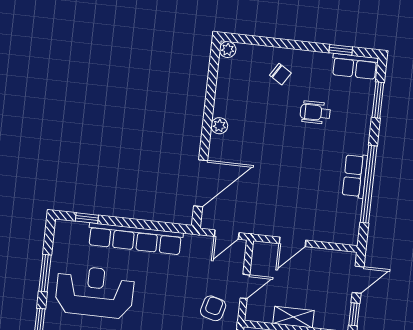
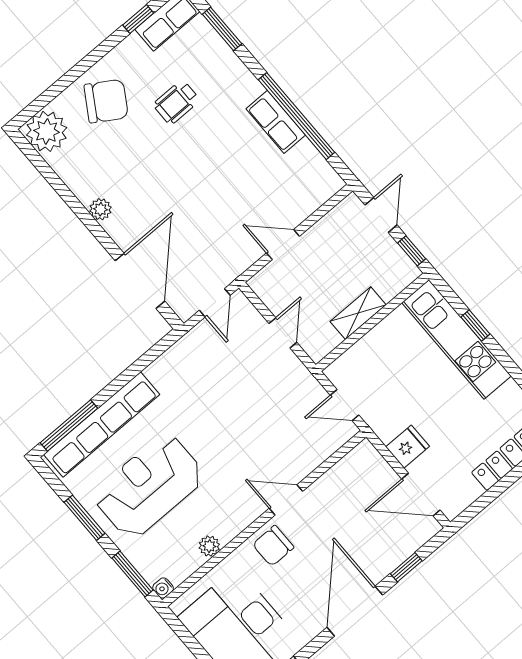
plant: (228, 50) -> (47, 131), width x1.88, depth x1.88
chair: (280, 74) -> (106, 101), width x1.87, depth x1.87
window: (87, 218) -> (69, 426), width x2.17
row of seats: (135, 239) -> (102, 425), moved
door: (293, 242) -> (283, 245), swing flipped
armchair: (213, 308) -> (275, 385), removed

